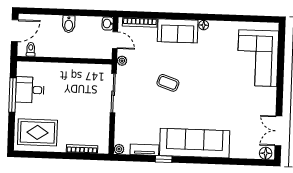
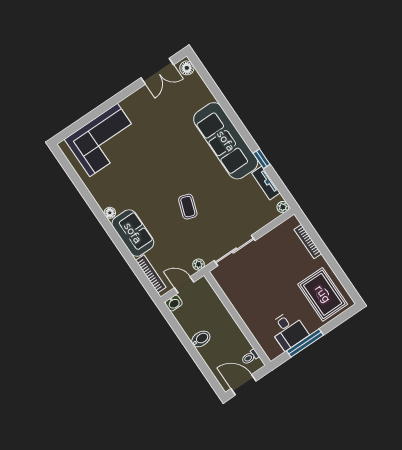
door: (115, 40) -> (184, 285), hinge flipped

